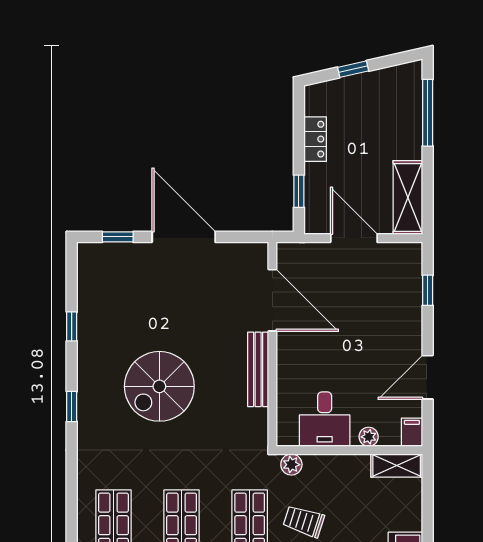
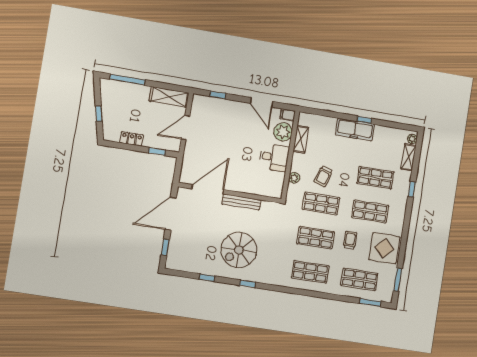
door: (272, 300) -> (208, 189), moved
wall: (272, 344) -> (230, 193), moved
bench: (258, 369) -> (241, 202), moved
spiral stairs: (159, 386) -> (239, 250), moved, turned 90
plant: (369, 437) -> (283, 132), width x1.87, depth x1.87
shelving: (397, 466) -> (301, 139), moved

